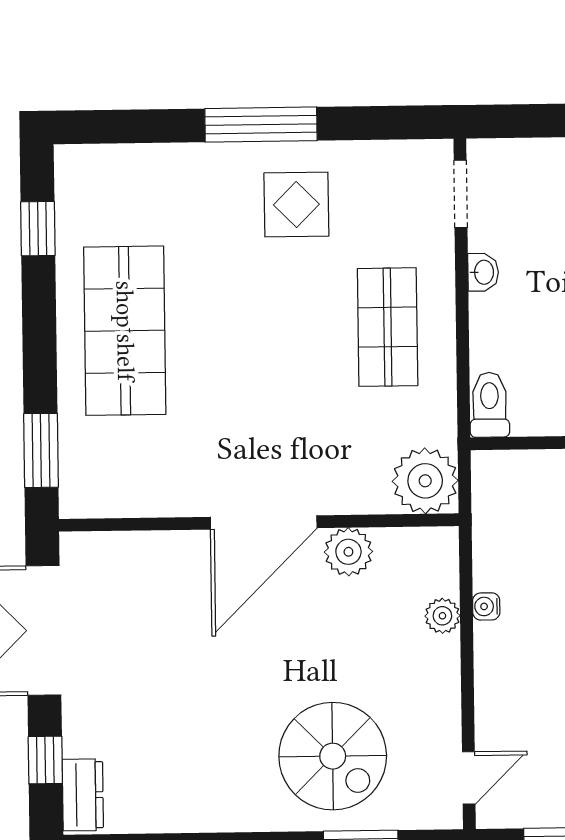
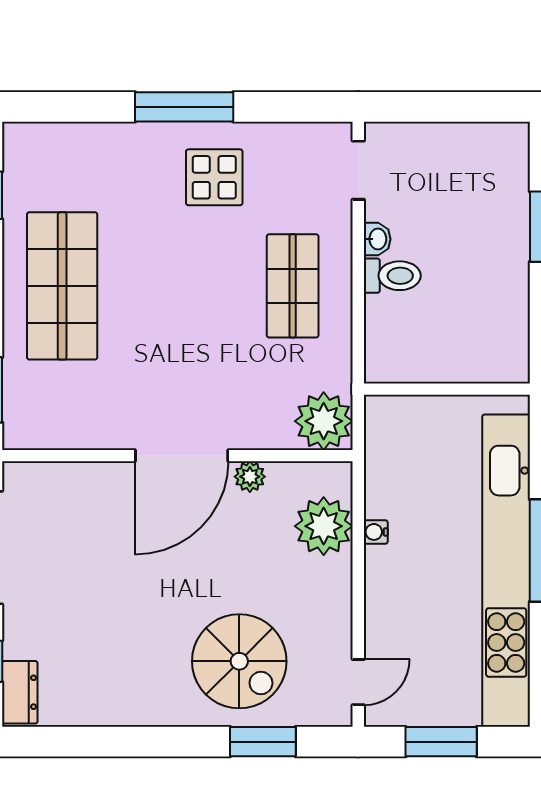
toilet: (490, 405) -> (392, 276), moved, turned 90
plant: (348, 552) -> (250, 477), width x0.73, depth x0.73
plant: (442, 616) -> (324, 526), width x1.87, depth x1.87

